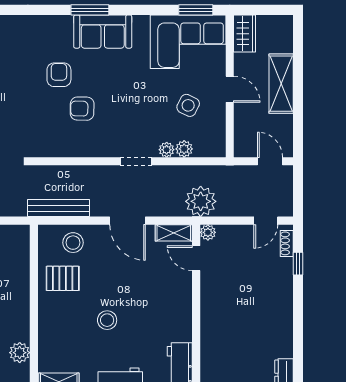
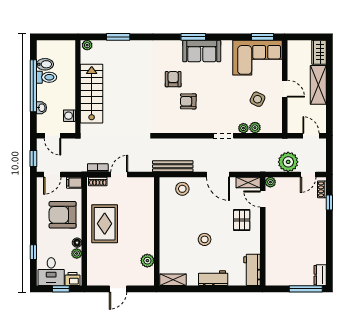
wardrobe: (245, 34) -> (319, 52), moved, turned 180
plant: (201, 201) -> (288, 162), moved
pallet: (63, 278) -> (242, 220), moved, turned 90

